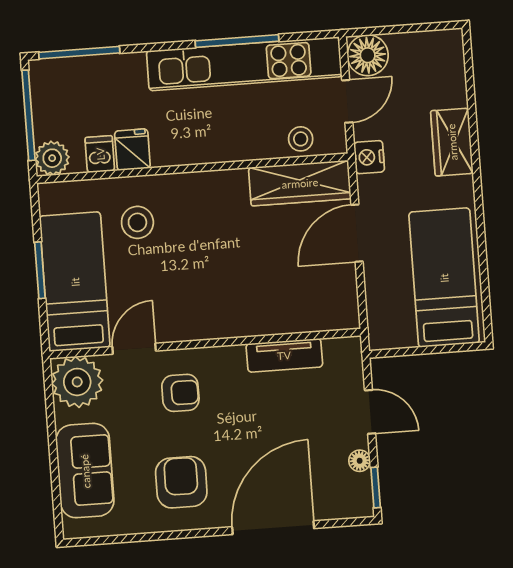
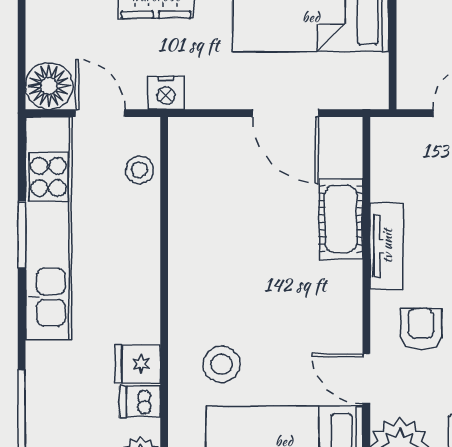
window: (237, 41) -> (22, 235), width x0.69
wardrobe: (300, 183) -> (190, 174), removed
door: (357, 233) -> (286, 113), moved
cot: (271, 316) -> (341, 219), added
tv unit: (284, 355) -> (387, 246), moved

